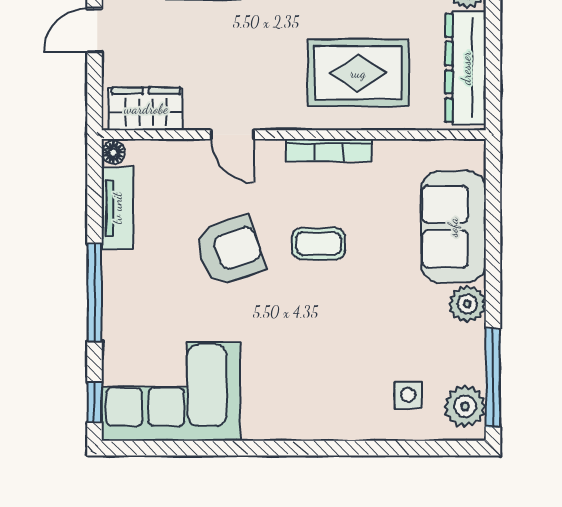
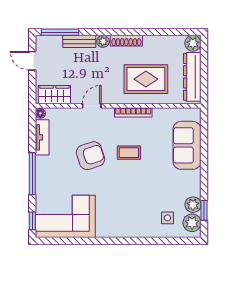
door: (94, 30) -> (32, 61), hinge flipped
door: (233, 135) -> (92, 106), swing flipped
plant: (467, 304) -> (193, 205), moved
window: (493, 378) -> (204, 210), width x0.46

